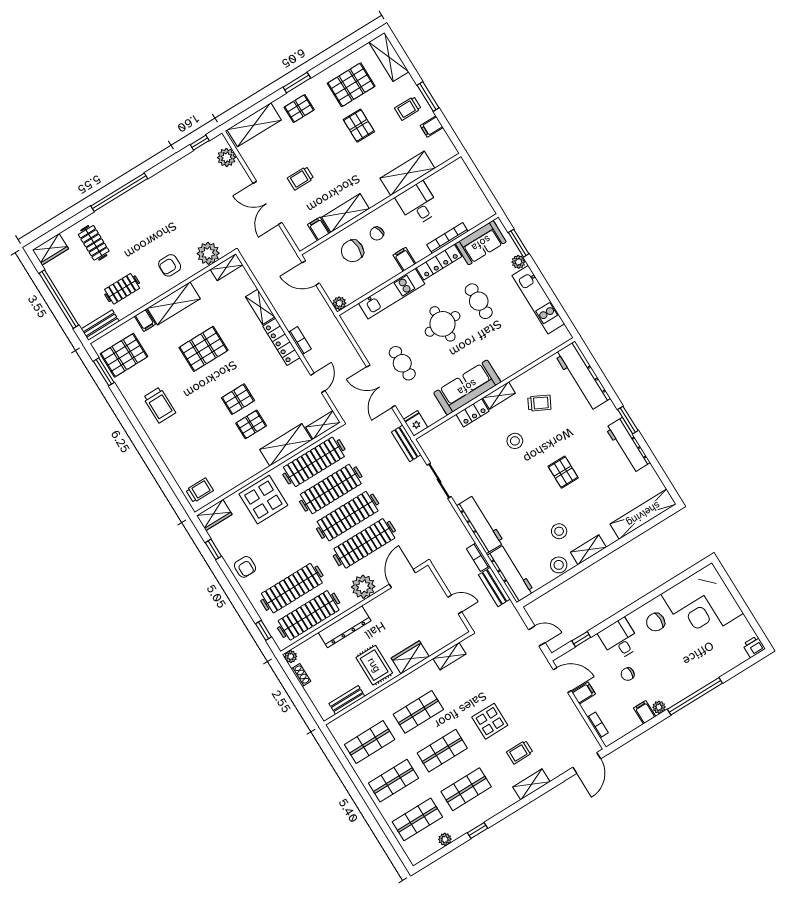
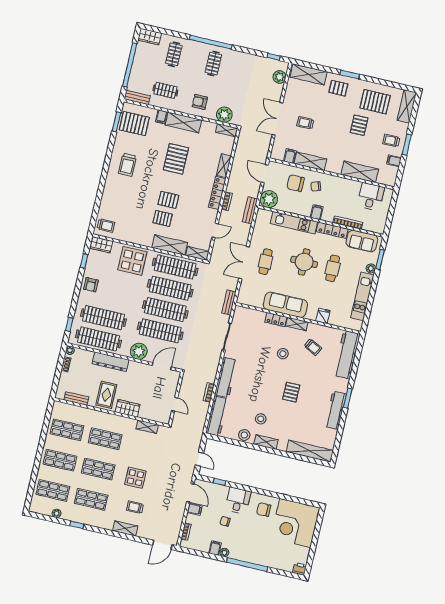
desk: (418, 204) -> (371, 197), moved
clothes rail: (144, 212) -> (213, 64), added
plant: (339, 303) -> (269, 199), width x1.88, depth x1.88
pallet: (204, 349) -> (176, 159), turned 90
fridge: (416, 423) -> (323, 316), moved
bench: (494, 587) -> (250, 210), moved

